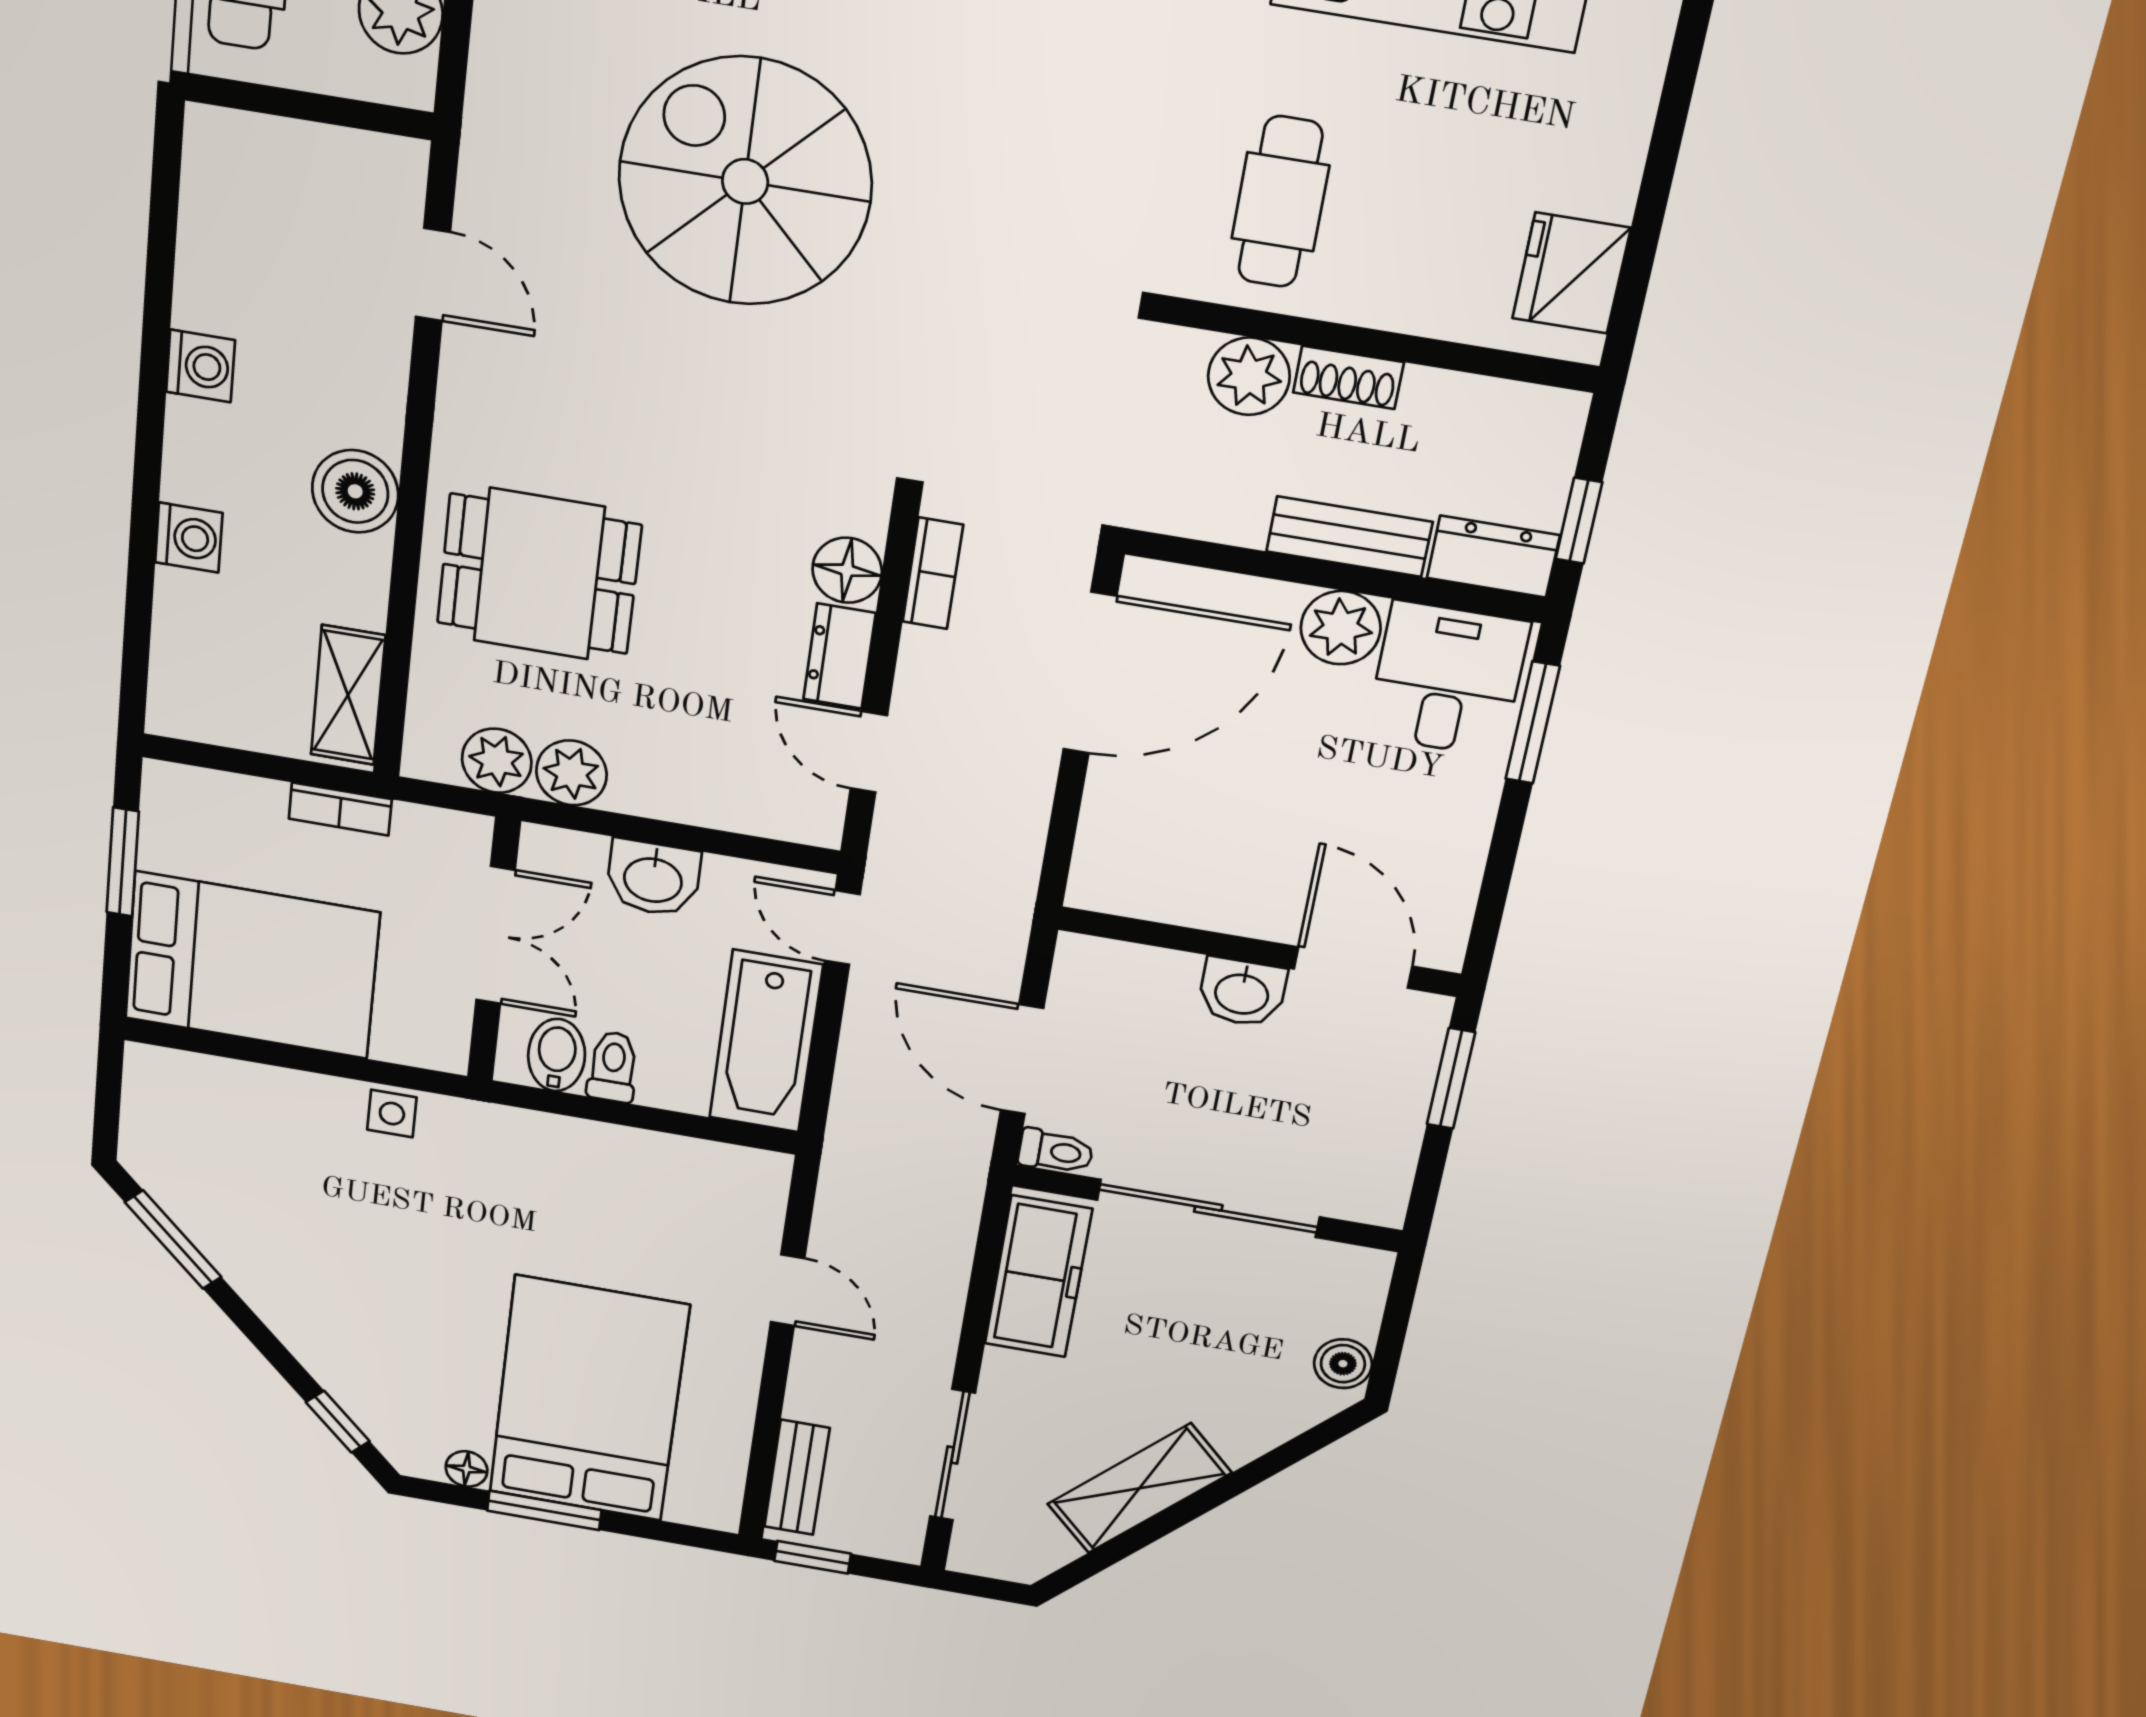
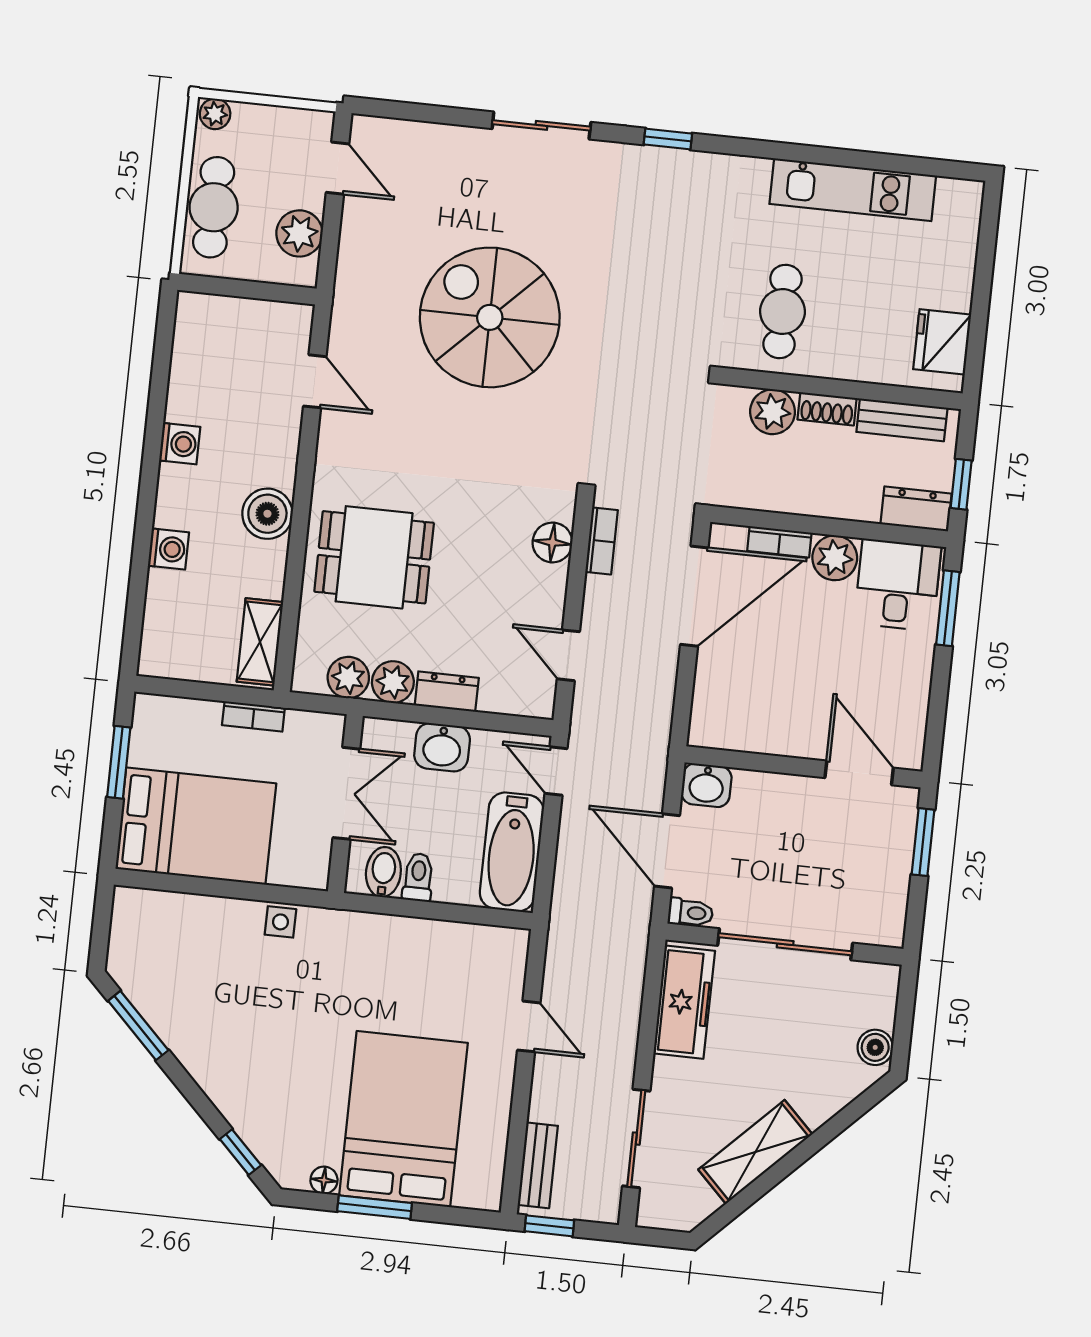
bench: (1349, 537) -> (902, 420), moved
bookcase: (1245, 595) -> (779, 542), added
dresser: (839, 656) -> (447, 692), moved, turned 90
washbasin: (1242, 992) -> (706, 785), moved

